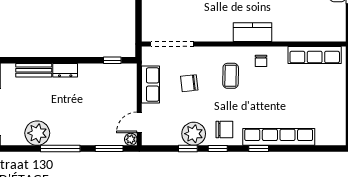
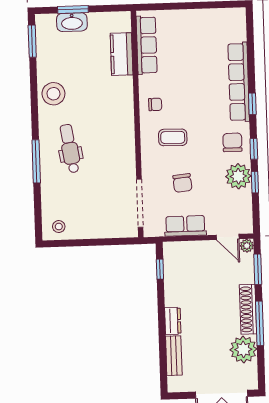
kitchen counter: (252, 32) -> (122, 54), moved
shoe rack: (73, 139) -> (248, 309), added

